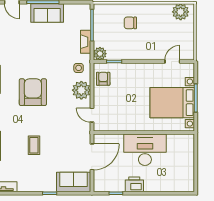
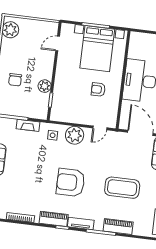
plant: (100, 54) -> (45, 86), moved
door: (172, 62) -> (58, 44), hinge flipped
armchair: (103, 79) -> (98, 90), moved
coffee table: (34, 145) -> (122, 188), width x1.86, depth x1.72

